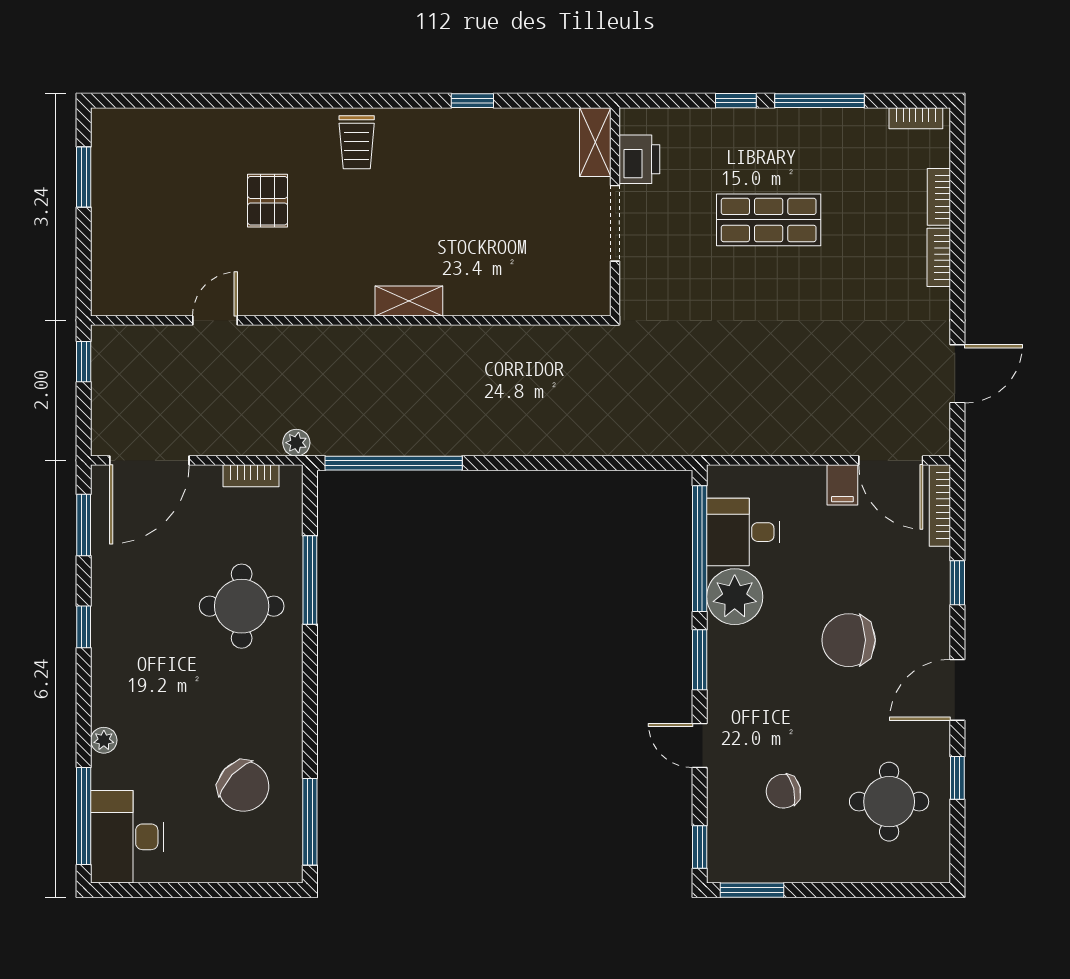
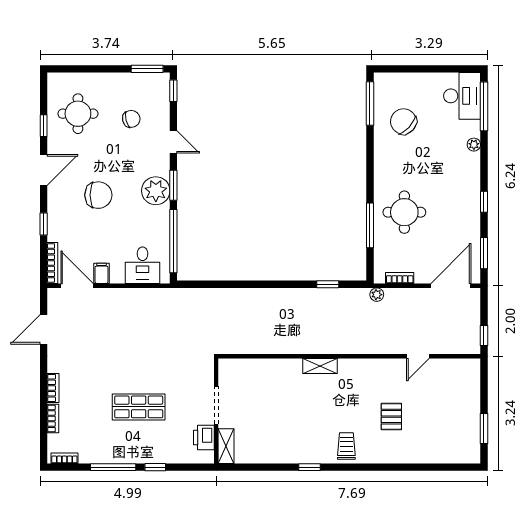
window: (472, 101) -> (309, 467), moved
window: (394, 463) -> (328, 284), width x0.32
desk: (743, 532) -> (142, 265), moved, turned 90
plant: (735, 597) -> (156, 191), moved

